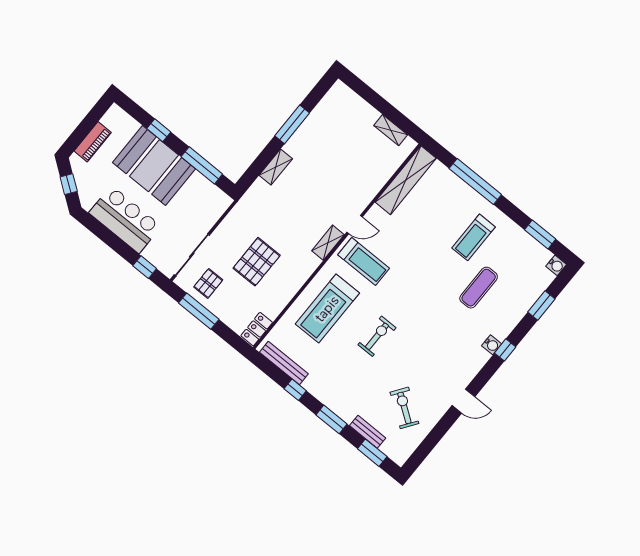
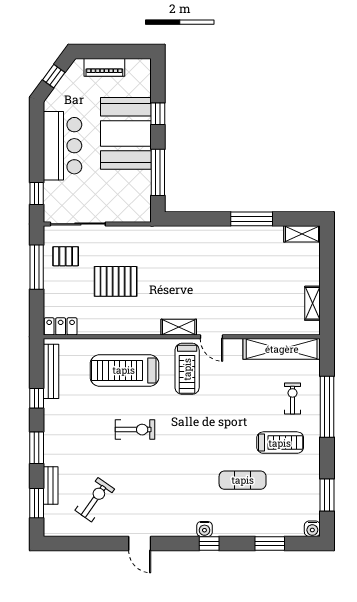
shelving: (276, 167) -> (302, 234), moved
exercise bike: (449, 202) -> (293, 399), added
treadmill: (474, 237) -> (280, 443), turned 180

